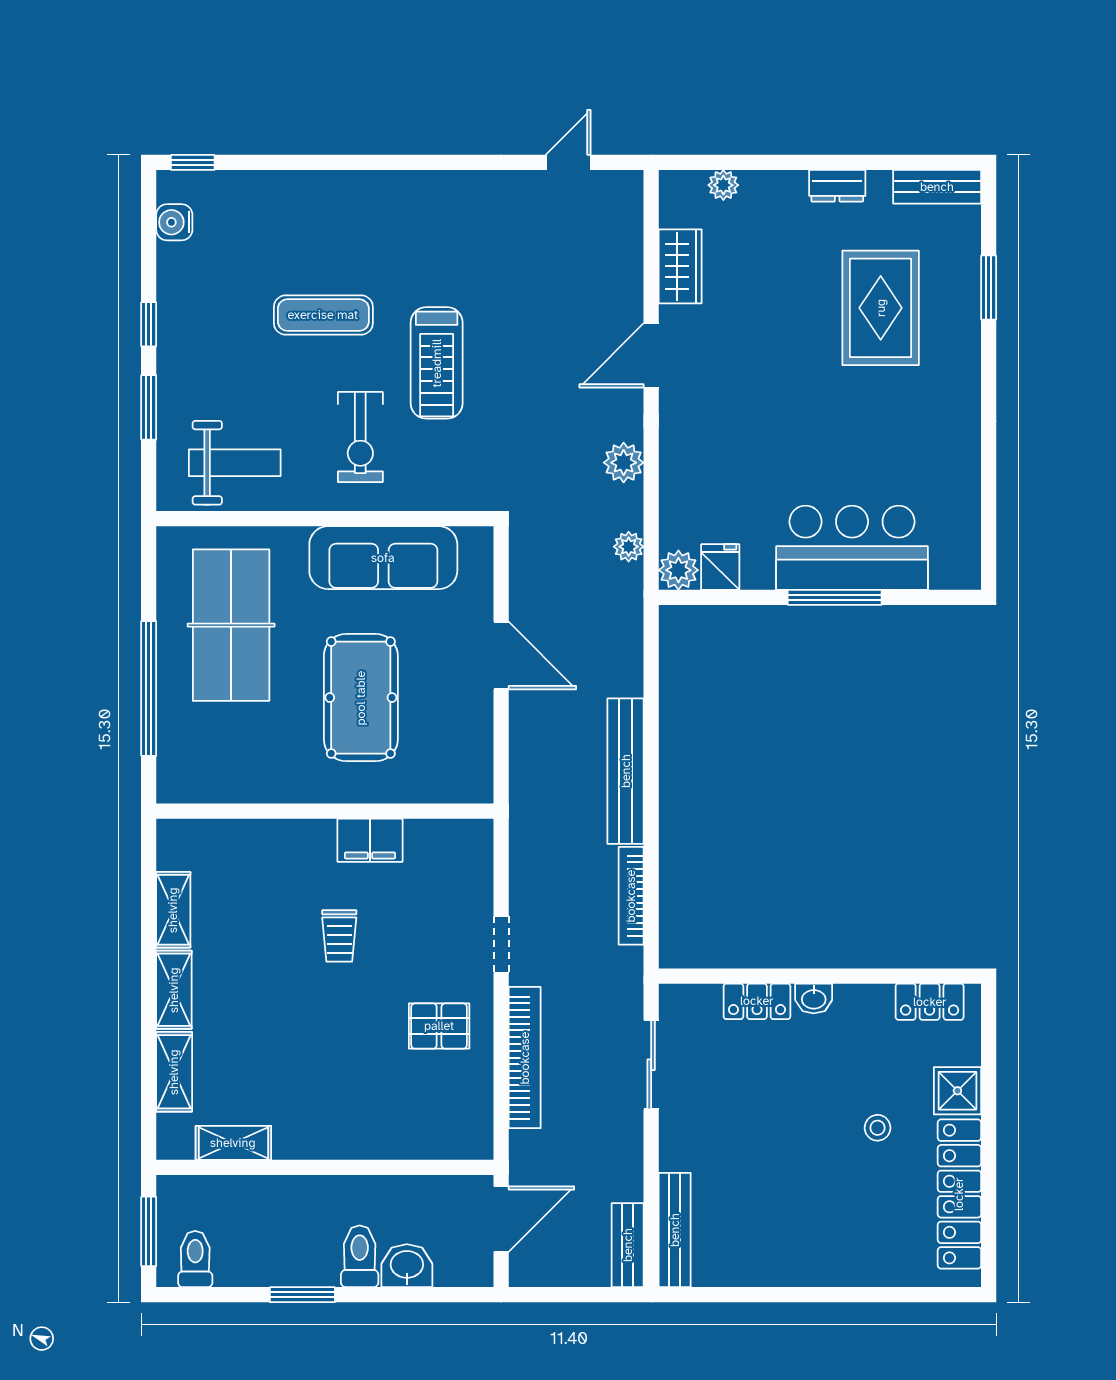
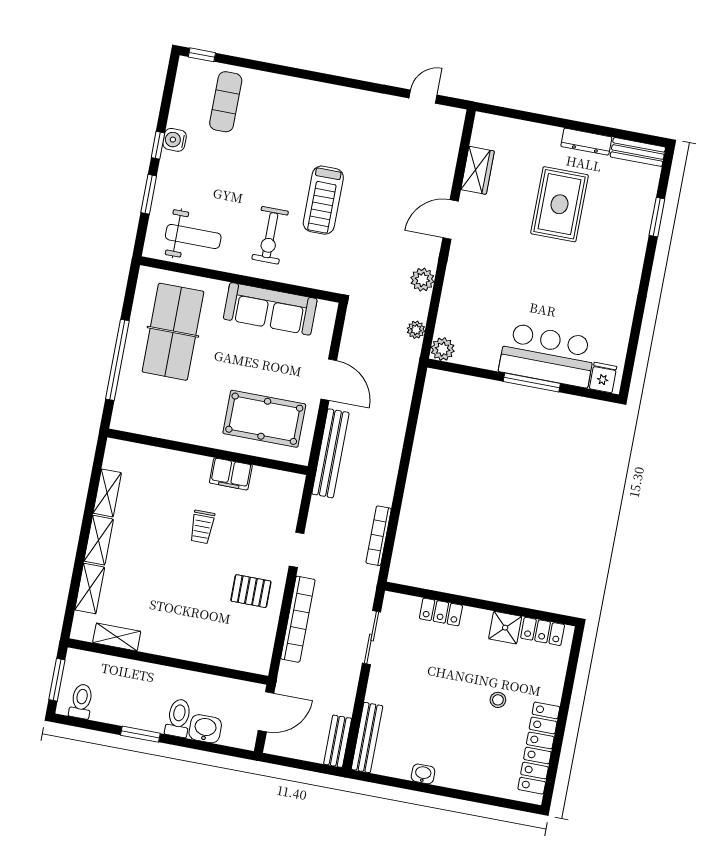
plant: (723, 185) -> (512, 127), removed
dresser: (837, 186) -> (586, 142), width x1.44
water cooler: (174, 222) -> (175, 140), moved
rug: (881, 308) -> (560, 204), moved
exercise mat: (323, 315) -> (226, 102), moved, turned 90
fridge: (720, 567) -> (603, 378), moved
pool table: (361, 698) -> (264, 419), moved, turned 90
bench: (626, 771) -> (330, 453), moved
washbasin: (814, 999) -> (423, 774), moved, turned 180
shower: (957, 1091) -> (505, 628), moved

